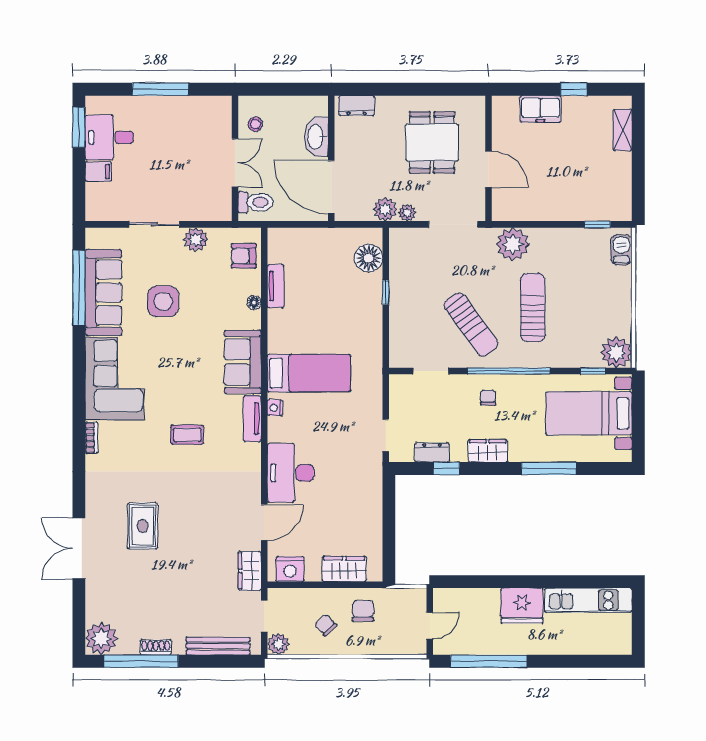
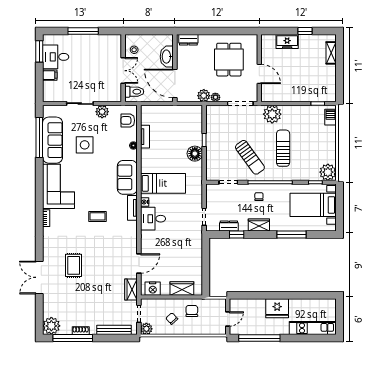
floor lamp: (368, 258) -> (195, 154), moved
desk: (291, 473) -> (153, 219), moved, width x0.73
kitchen unit: (588, 600) -> (313, 328), moved, turned 180

